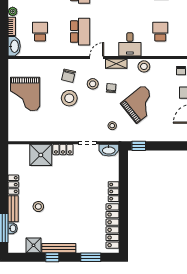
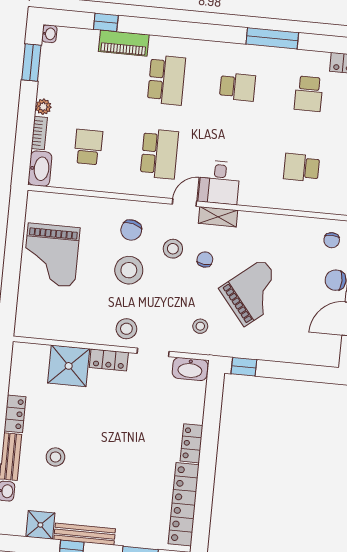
school desk: (160, 32) -> (302, 168), turned -90
desk: (130, 44) -> (219, 182), moved
stool: (144, 66) -> (126, 329), moved

